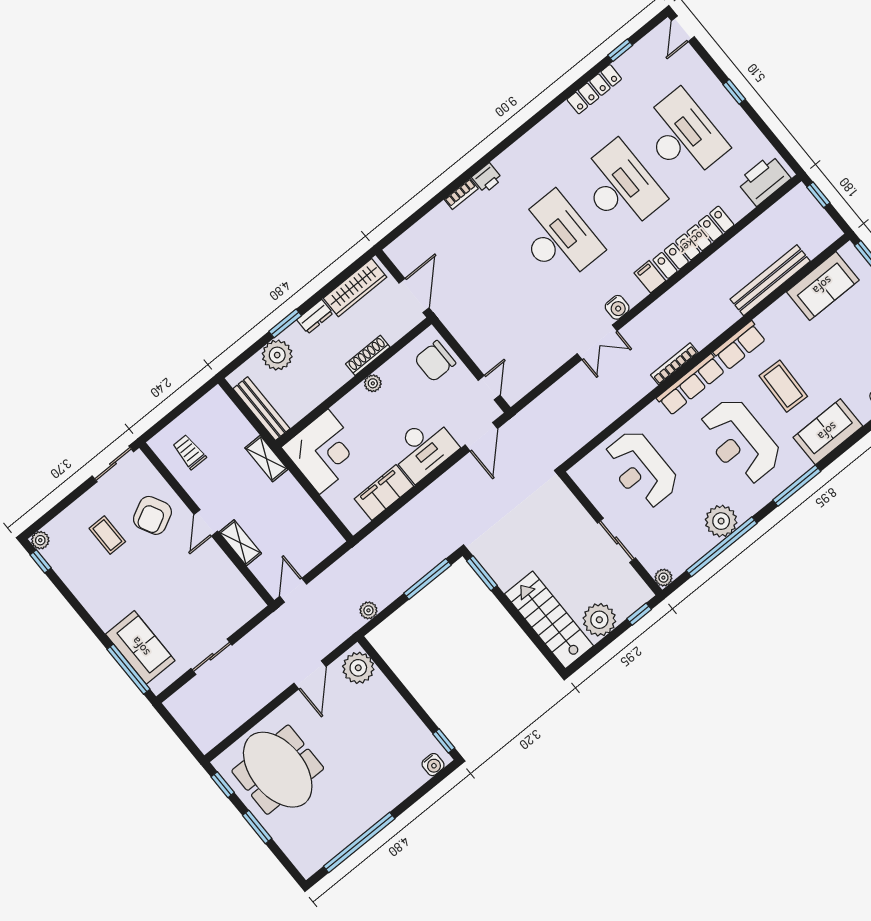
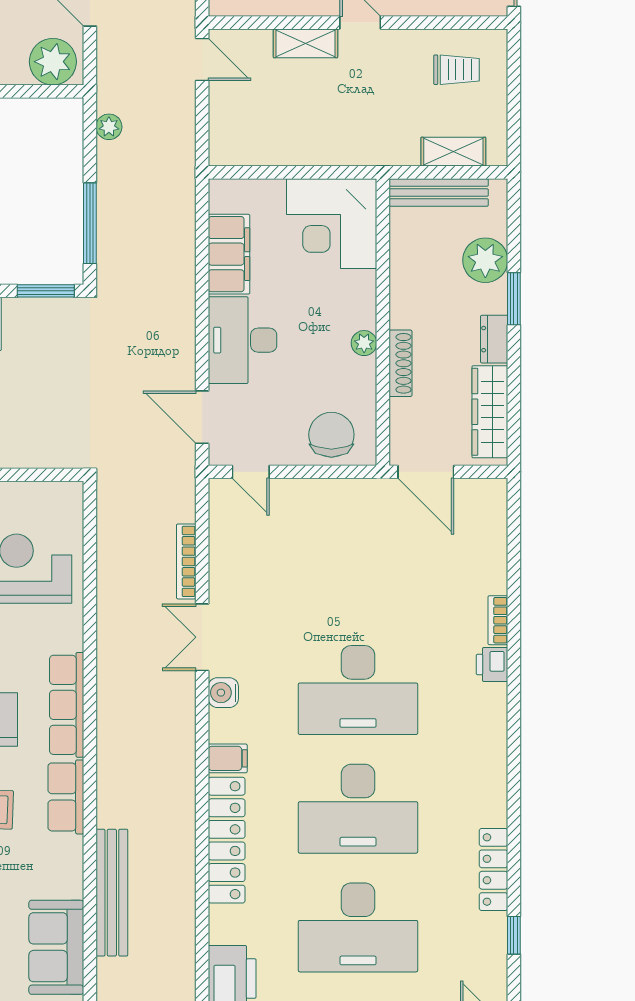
bookcase: (674, 364) -> (186, 561), moved, turned 180
shelving: (266, 459) -> (453, 152), moved

